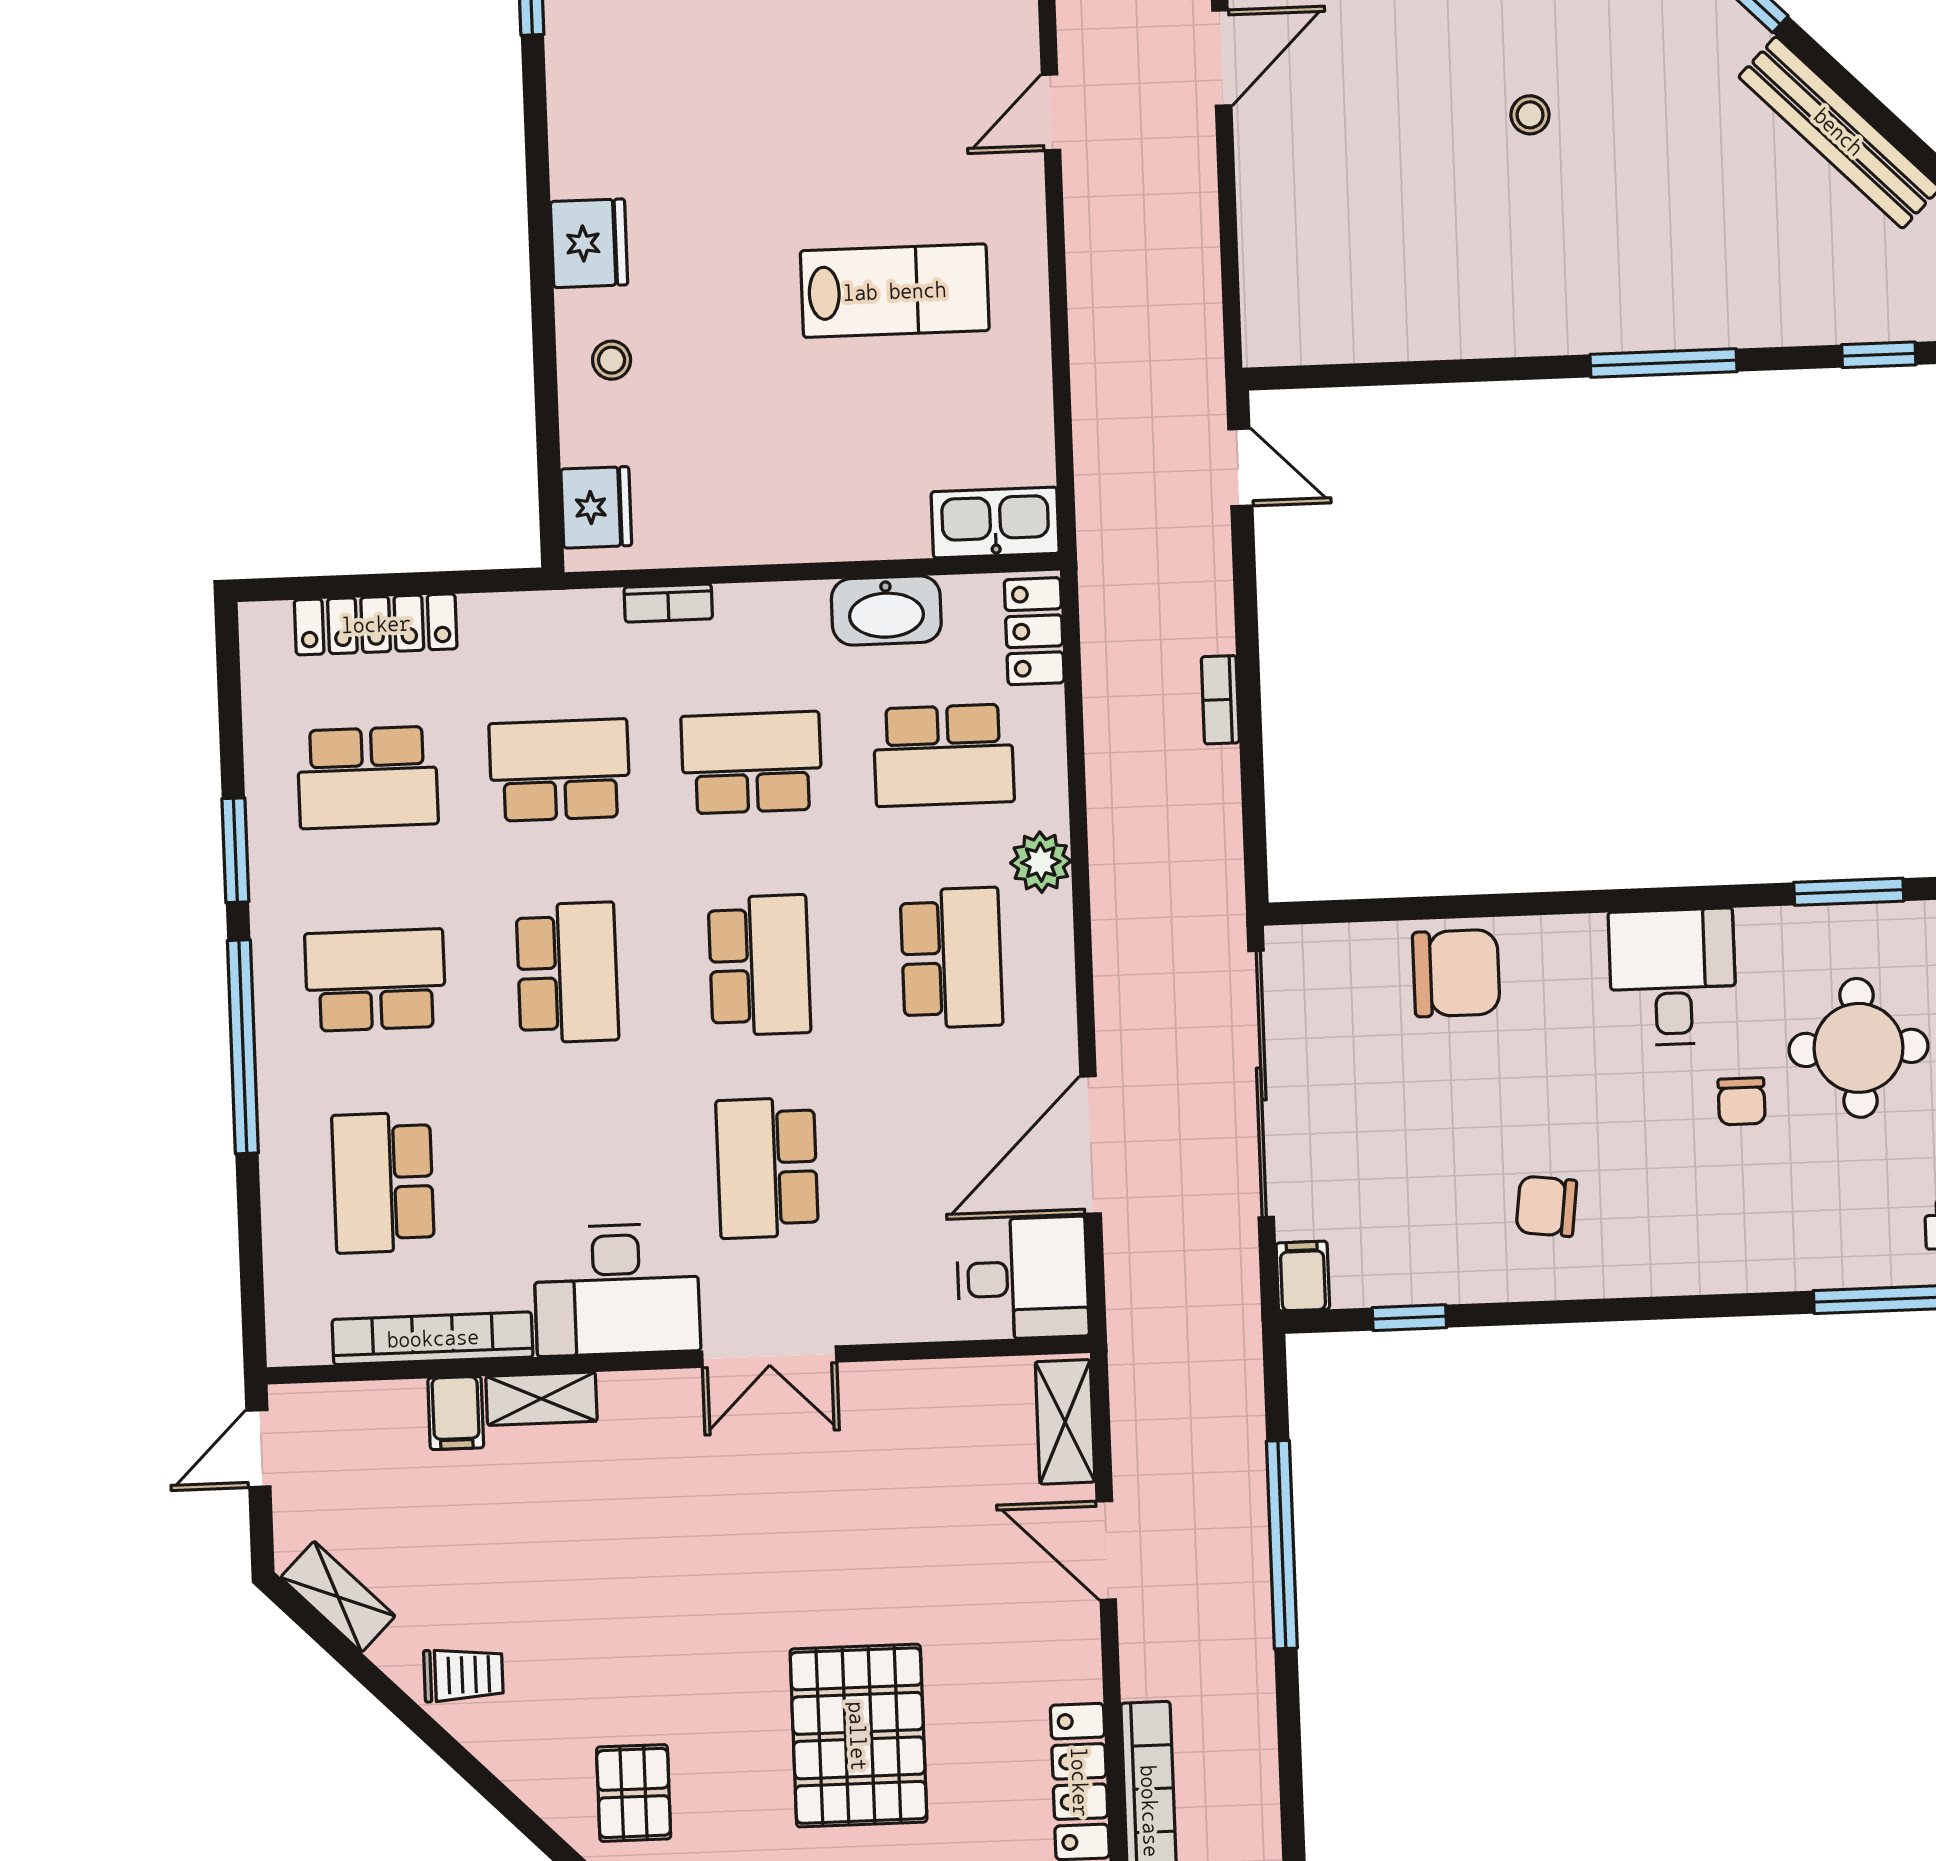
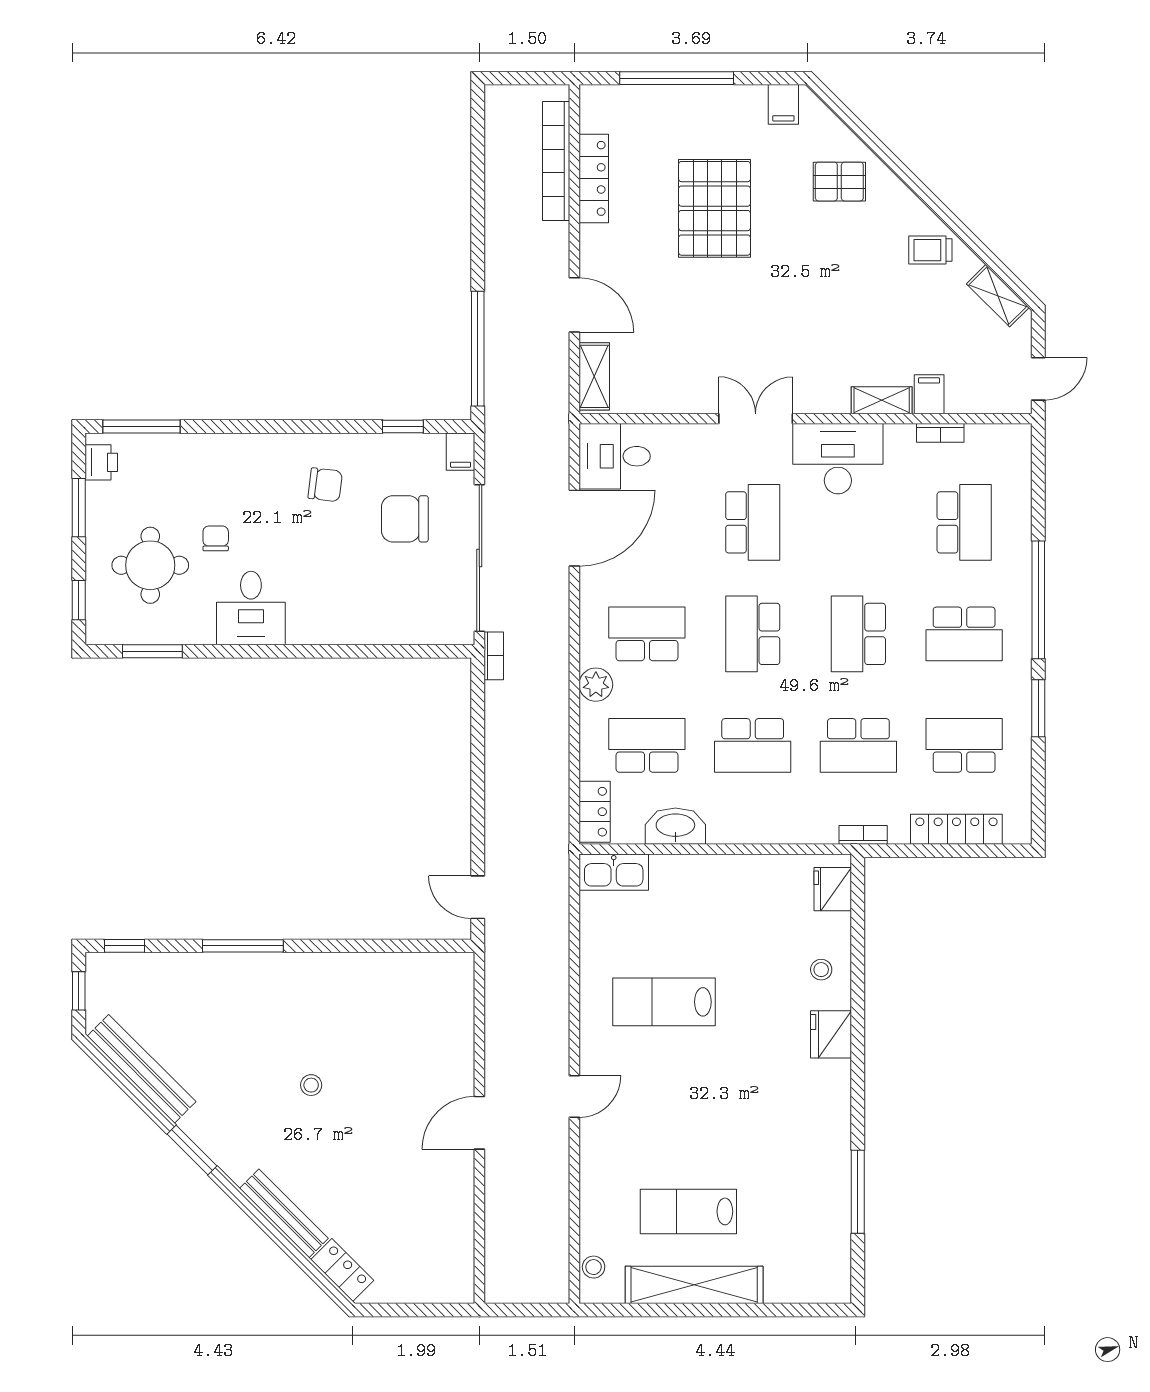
bookcase: (668, 603) -> (863, 835), moved
bookcase: (1220, 700) -> (494, 656), moved
school desk: (951, 958) -> (647, 634), turned 90
chair: (1456, 973) -> (405, 519), moved
bookcase: (433, 1338) -> (940, 433), width x0.43, depth x0.76
window: (1282, 1545) -> (478, 349), moved
pallet: (634, 1793) -> (839, 182), turned 90

